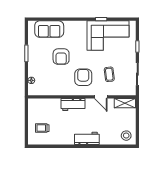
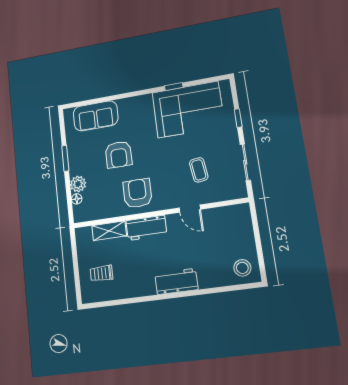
plant: (33, 71) -> (78, 184), added
armchair: (83, 77) -> (138, 193), moved
shelving: (125, 103) -> (109, 231), moved

